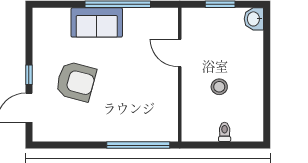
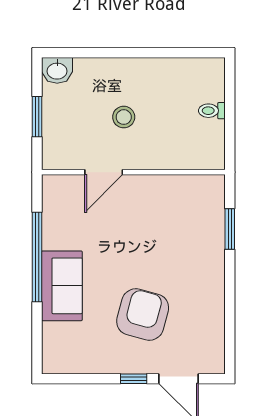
stool: (219, 87) -> (124, 117), moved
window: (138, 145) -> (230, 229), width x0.47

